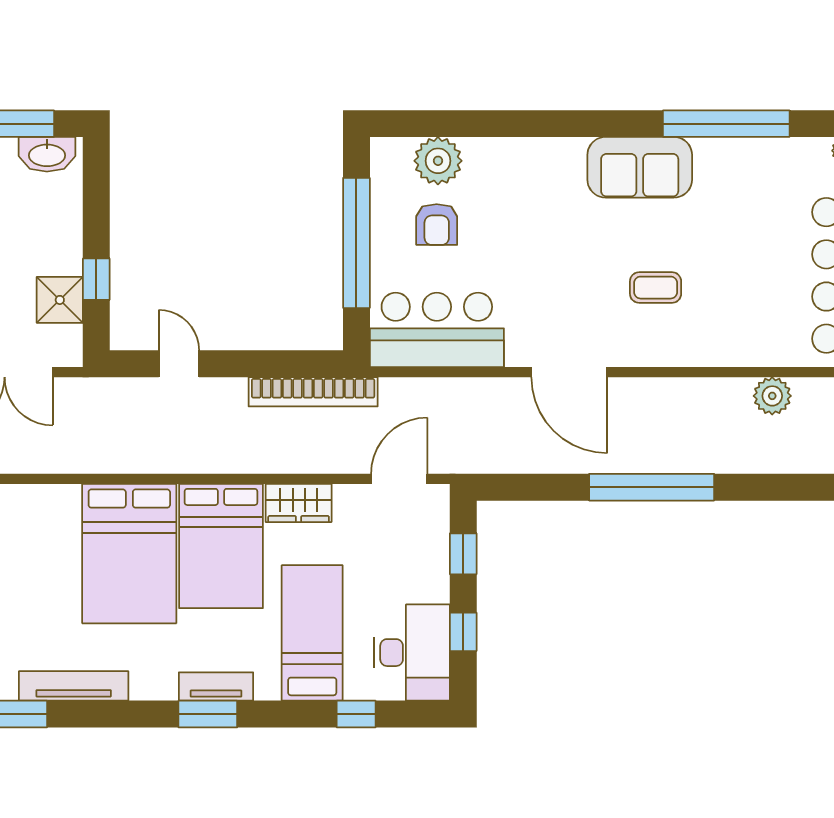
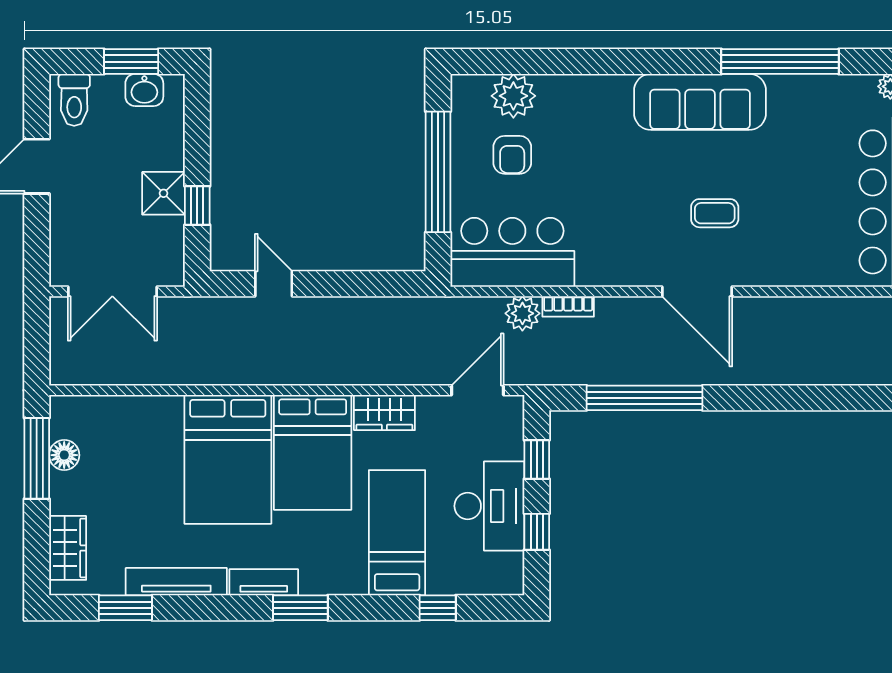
washbasin: (47, 154) -> (144, 90), width x0.72
sofa: (640, 167) -> (700, 102), width x1.36
shower: (60, 300) -> (164, 193), moved
door: (569, 372) -> (697, 291), moved
bookcase: (313, 392) -> (568, 306), moved, width x0.43, depth x0.76
plant: (772, 396) -> (522, 313), moved
window: (652, 487) -> (645, 398), moved
desk: (412, 653) -> (489, 506), moved
tv unit: (216, 687) -> (264, 582), moved

